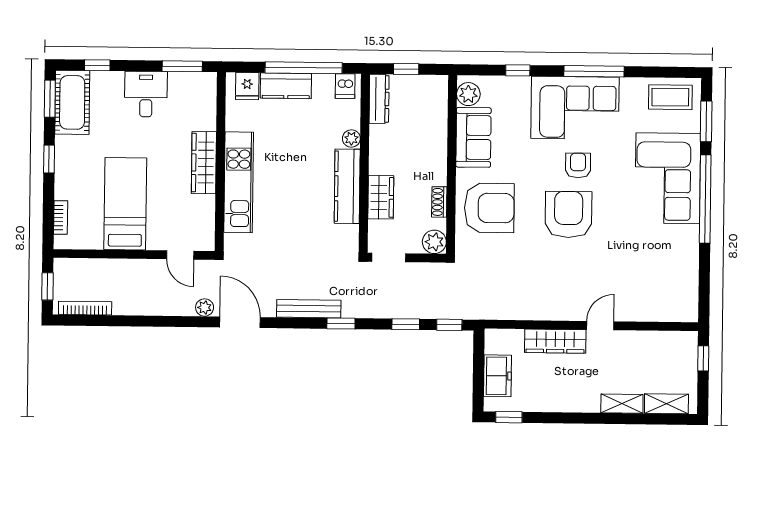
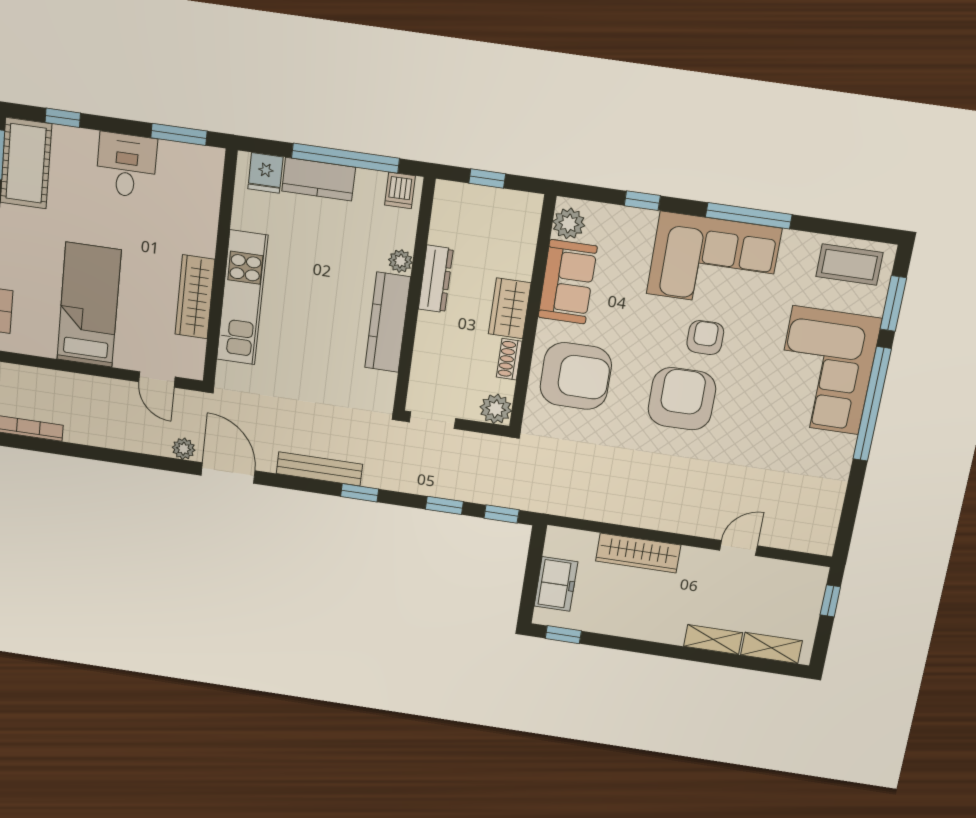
dresser: (379, 99) -> (436, 279), moved
wardrobe: (204, 163) -> (195, 297), moved
wardrobe: (381, 197) -> (510, 308), moved, turned 180
door: (600, 326) -> (739, 548), moved

